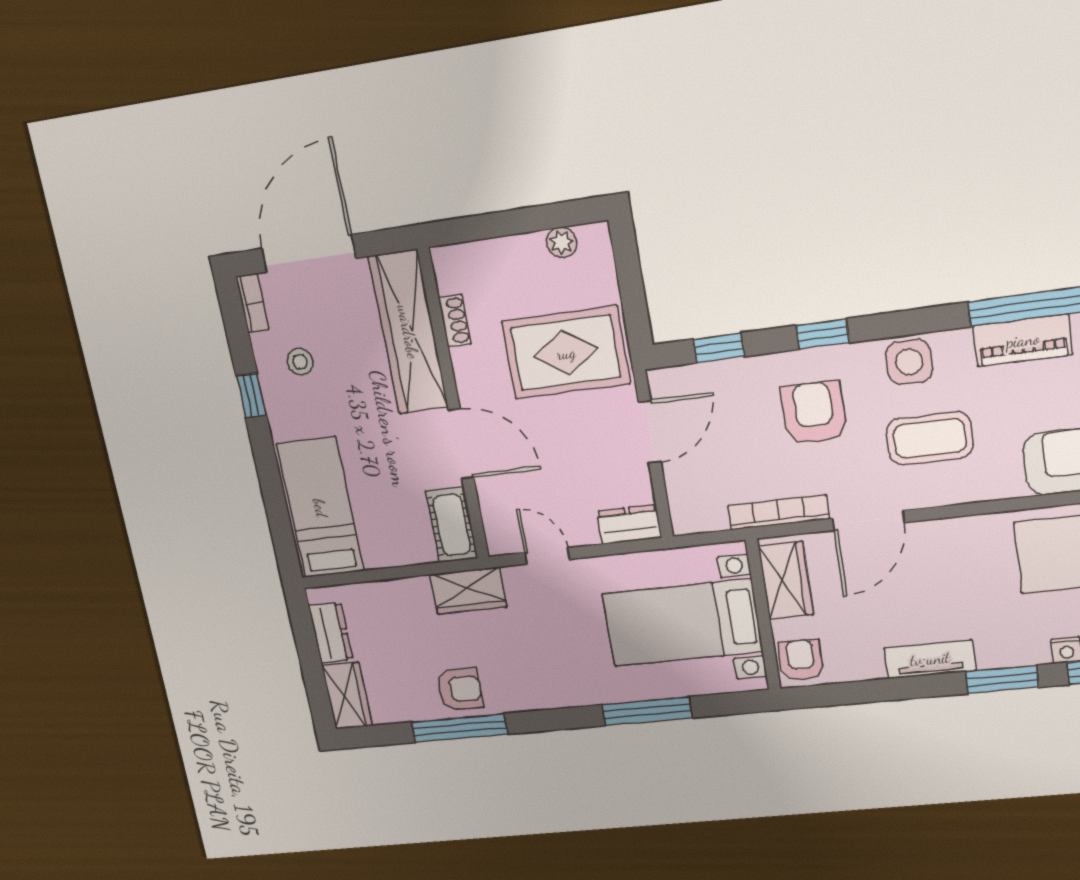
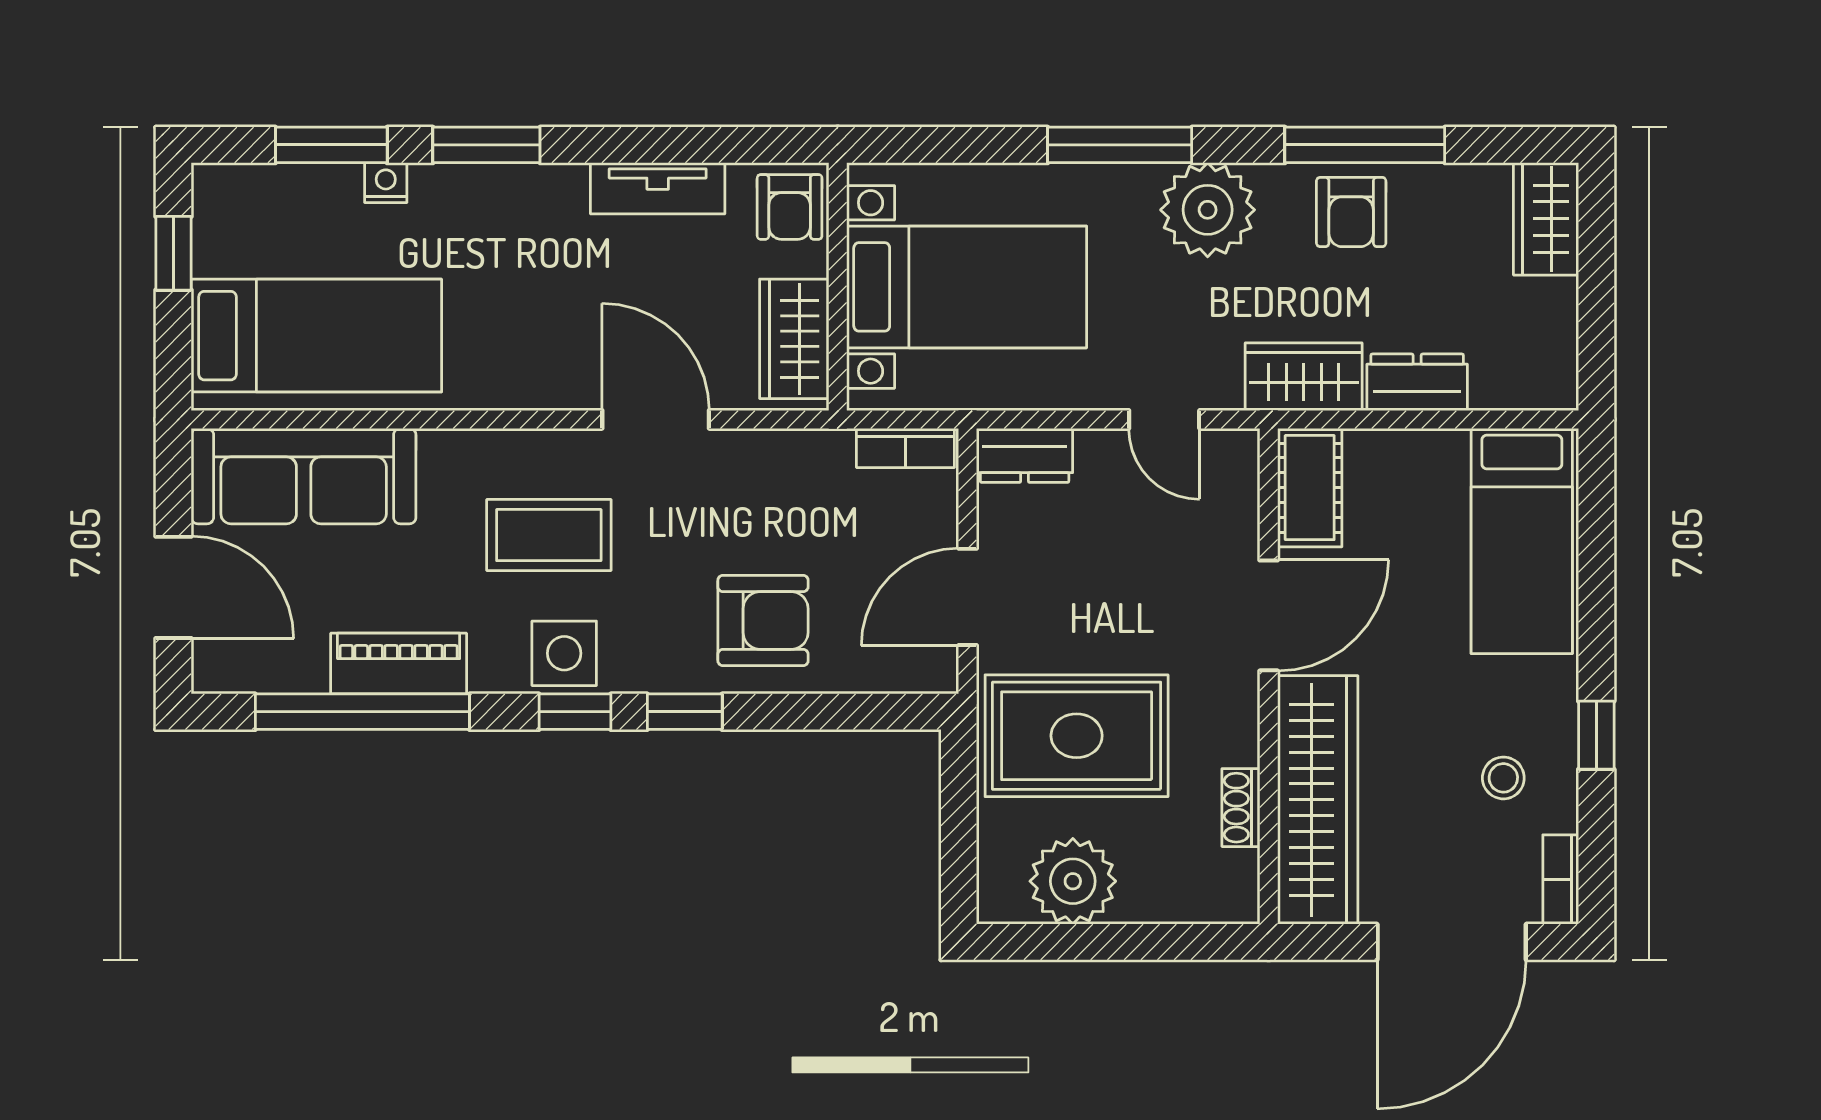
plant: (562, 242) -> (1073, 881), width x1.88, depth x1.88
window: (719, 348) -> (575, 712), moved
armchair: (814, 413) -> (763, 621), moved, turned -90
door: (461, 444) -> (1269, 615), swing flipped
bookcase: (779, 512) -> (905, 448), moved, width x0.64
door: (868, 520) -> (656, 419), hinge flipped
dresser: (331, 633) -> (1417, 382), moved, turned 90
tv unit: (930, 659) -> (658, 188), moved
plant: (544, 682) -> (1208, 210), added
armchair: (460, 689) -> (1351, 212), turned -90
window: (647, 711) -> (1120, 145), moved

